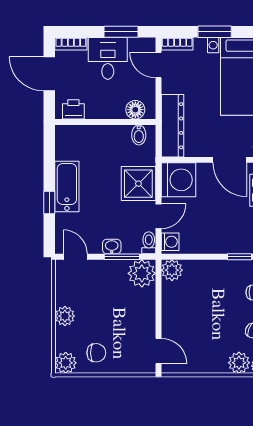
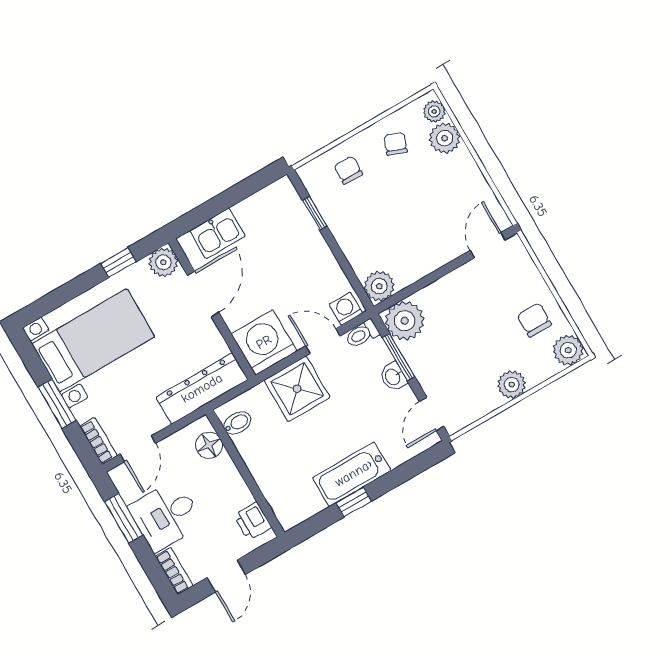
door: (49, 74) -> (226, 576), width x0.73
window: (49, 202) -> (353, 502), moved

